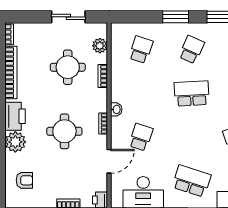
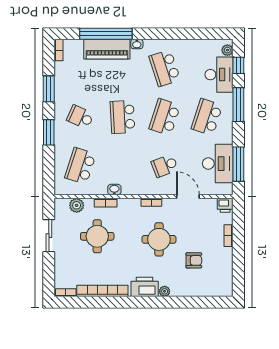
school desk: (141, 50) -> (80, 166), width x1.85
washbasin: (116, 109) -> (114, 190), moved
school desk: (141, 137) -> (165, 166), turned -39
school desk: (192, 137) -> (165, 117), added
plant: (15, 142) -> (165, 291), width x0.53, depth x0.53
armchair: (24, 180) -> (194, 260), moved, turned 90

